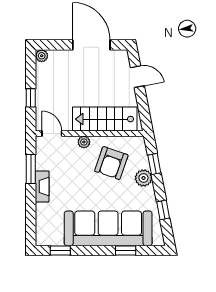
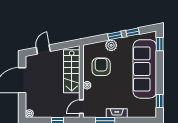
armchair: (111, 163) -> (101, 67), turned -109
window: (154, 164) -> (115, 36), moved
window: (126, 250) -> (160, 44), moved

